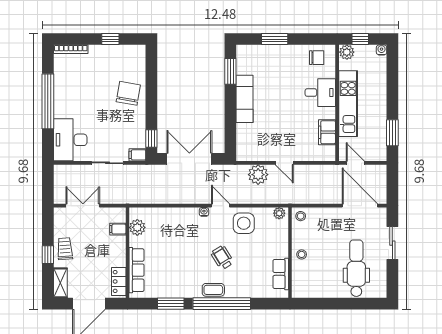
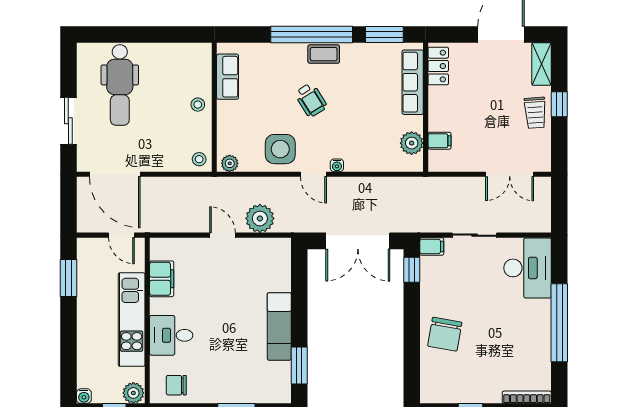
plant: (137, 227) -> (412, 143), moved
filing cabinet: (118, 229) -> (439, 141), moved
wall: (127, 253) -> (426, 107), moved
row of seats: (137, 270) -> (413, 82), moved
locker: (119, 281) -> (438, 66), moved

